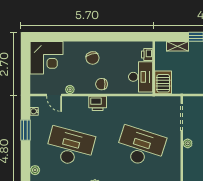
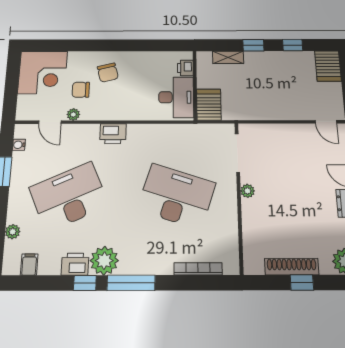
chair: (102, 84) -> (81, 90), moved
desk: (70, 147) -> (69, 196), turned -39

